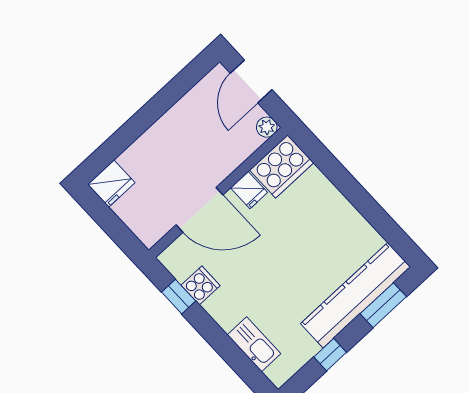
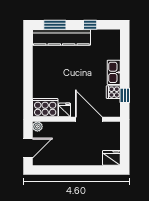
kitchen sink: (254, 344) -> (114, 72), moved

